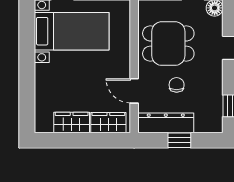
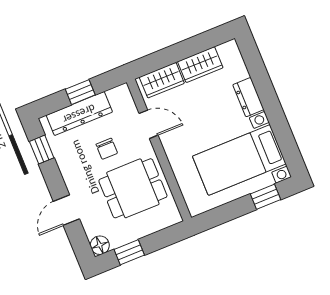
dresser: (43, 80) -> (248, 97), added
dresser: (166, 123) -> (79, 114), moved

